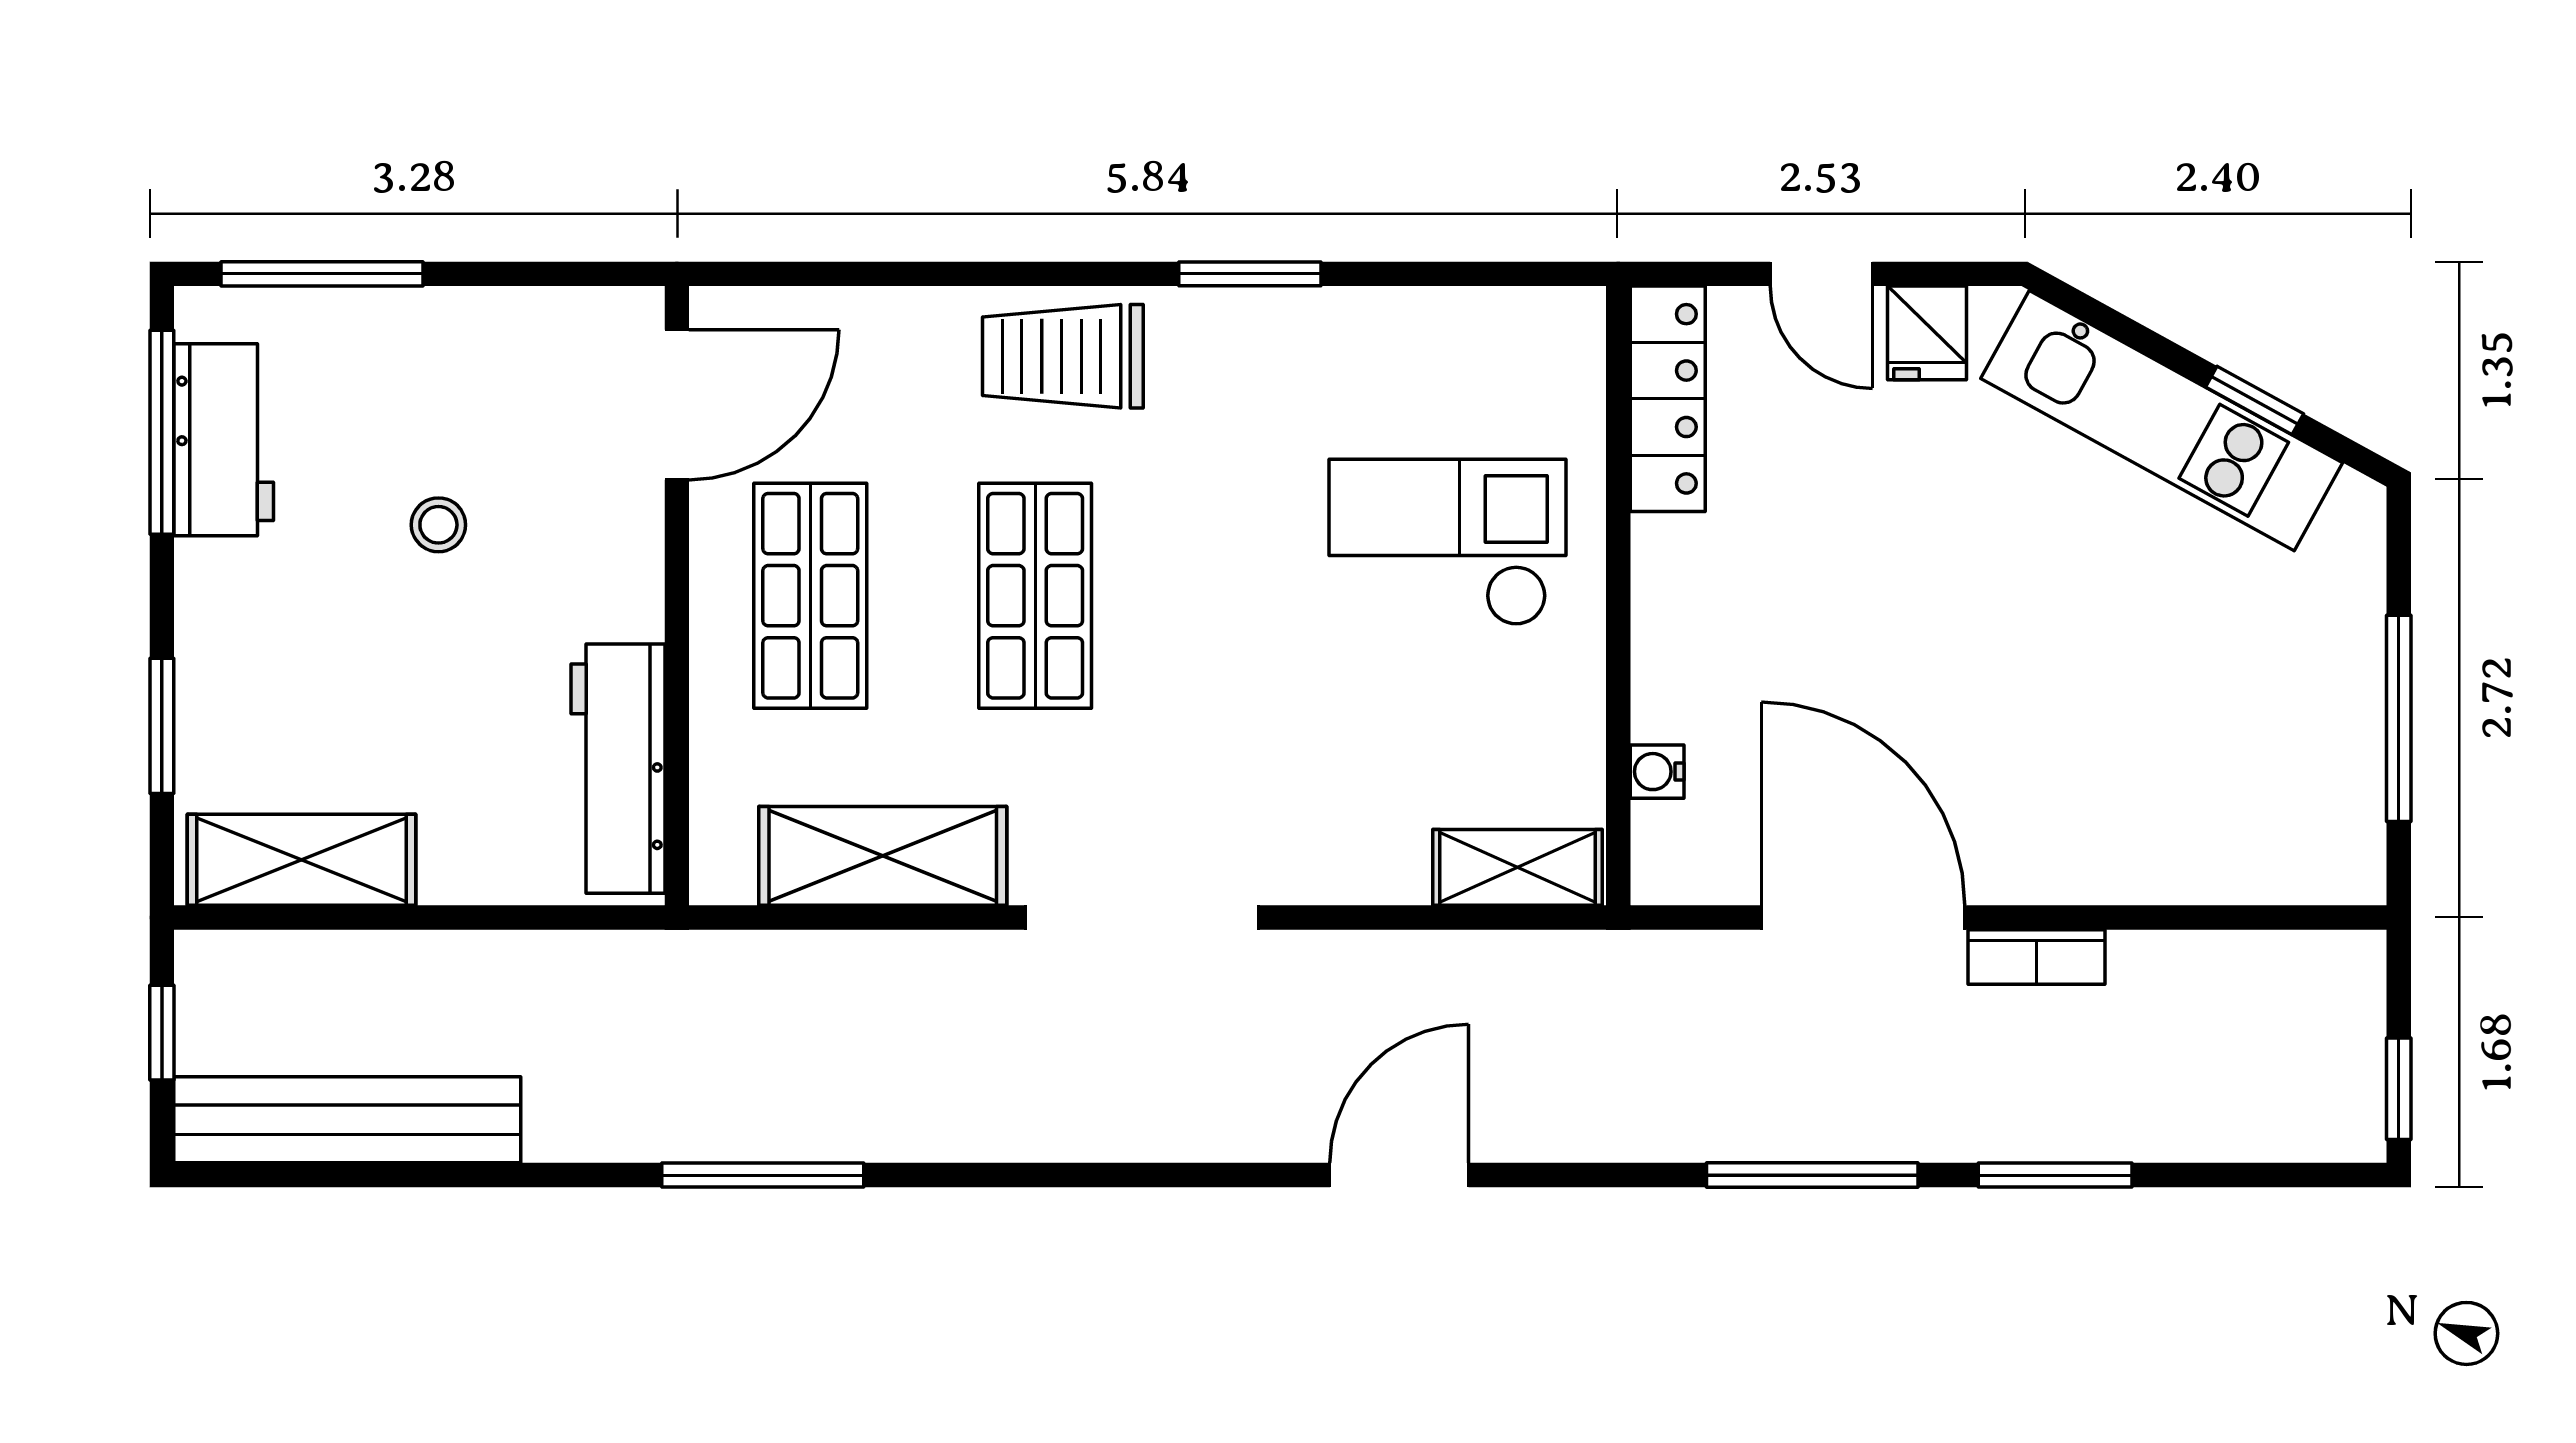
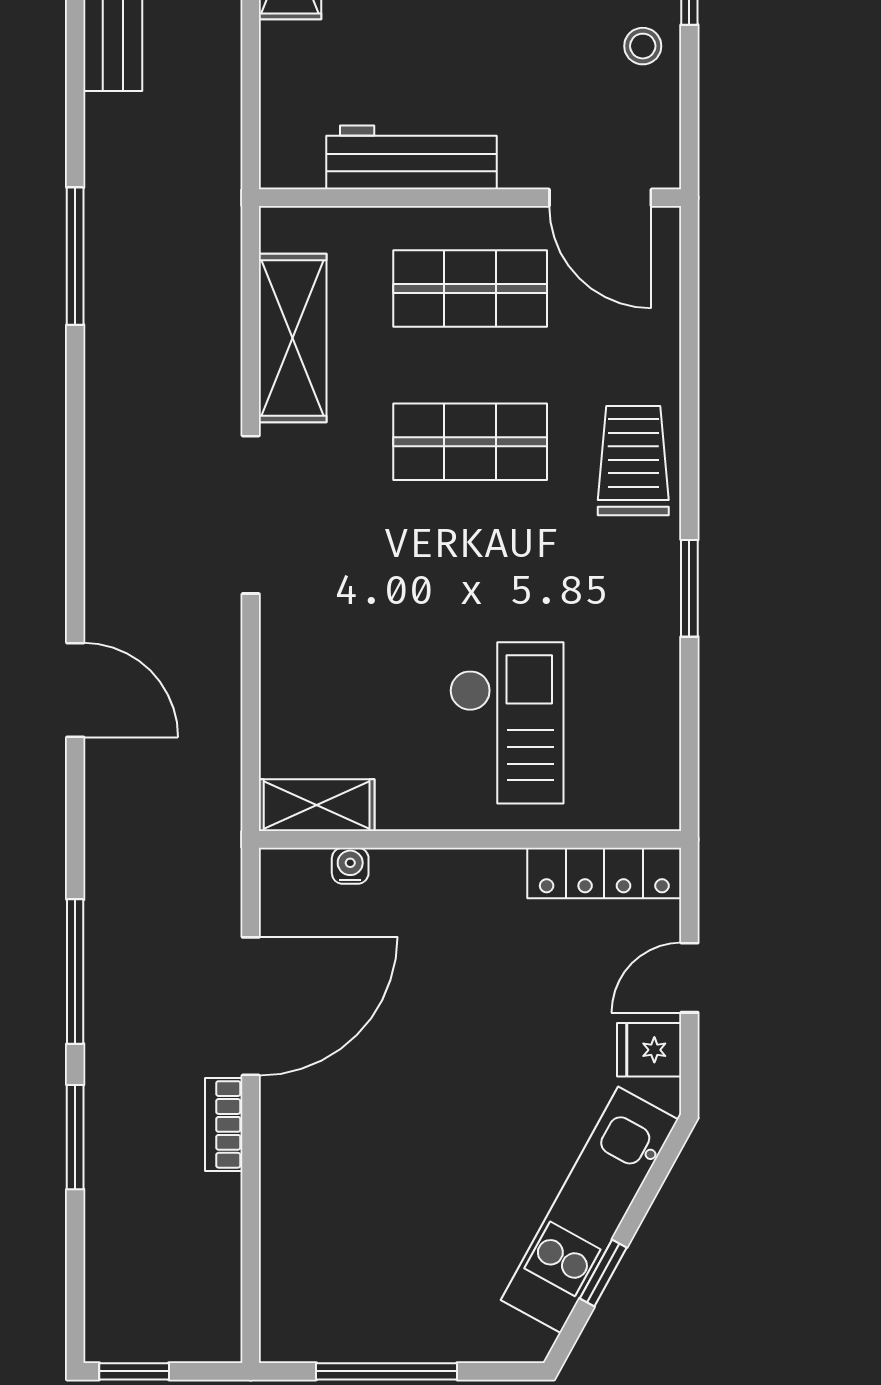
stool: (438, 525) -> (643, 46), moved
workbench: (618, 769) -> (412, 157), moved
shelving: (1518, 867) -> (317, 805), moved, turned 90

